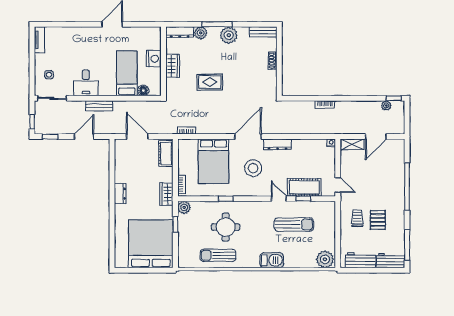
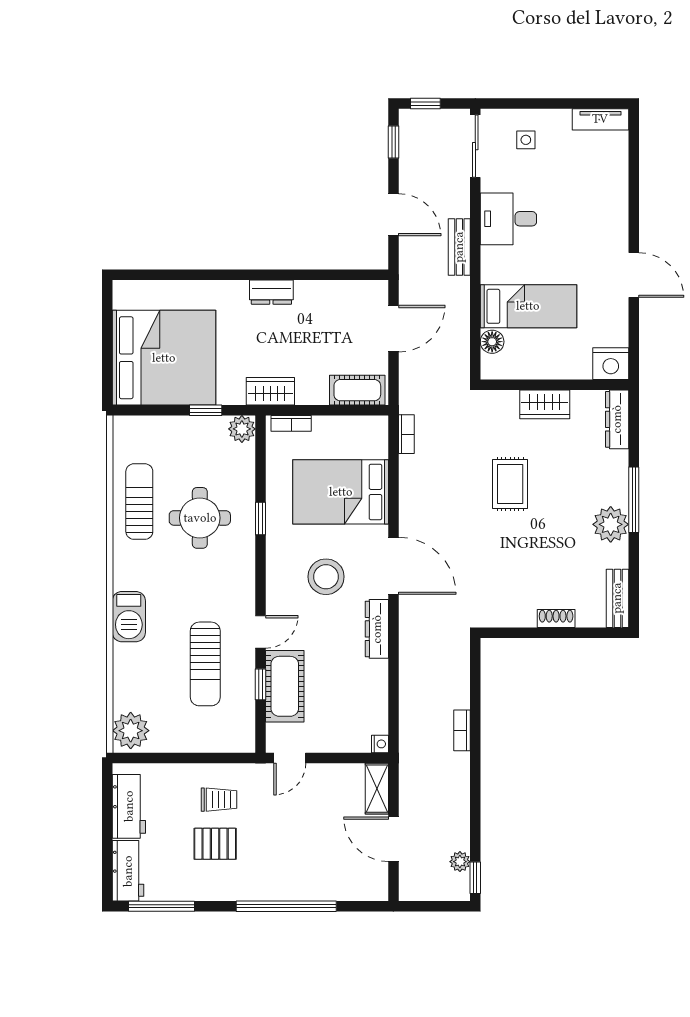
plant: (201, 33) -> (615, 464), removed
nightstand: (154, 59) -> (611, 364), moved

